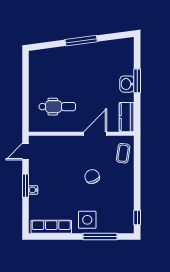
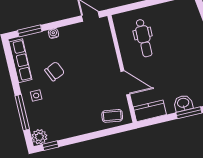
chair: (92, 177) -> (55, 71), moved
window: (25, 186) -> (30, 31), moved
side table: (87, 220) -> (36, 95), width x0.54, depth x0.54
plant: (127, 226) -> (39, 137), added

